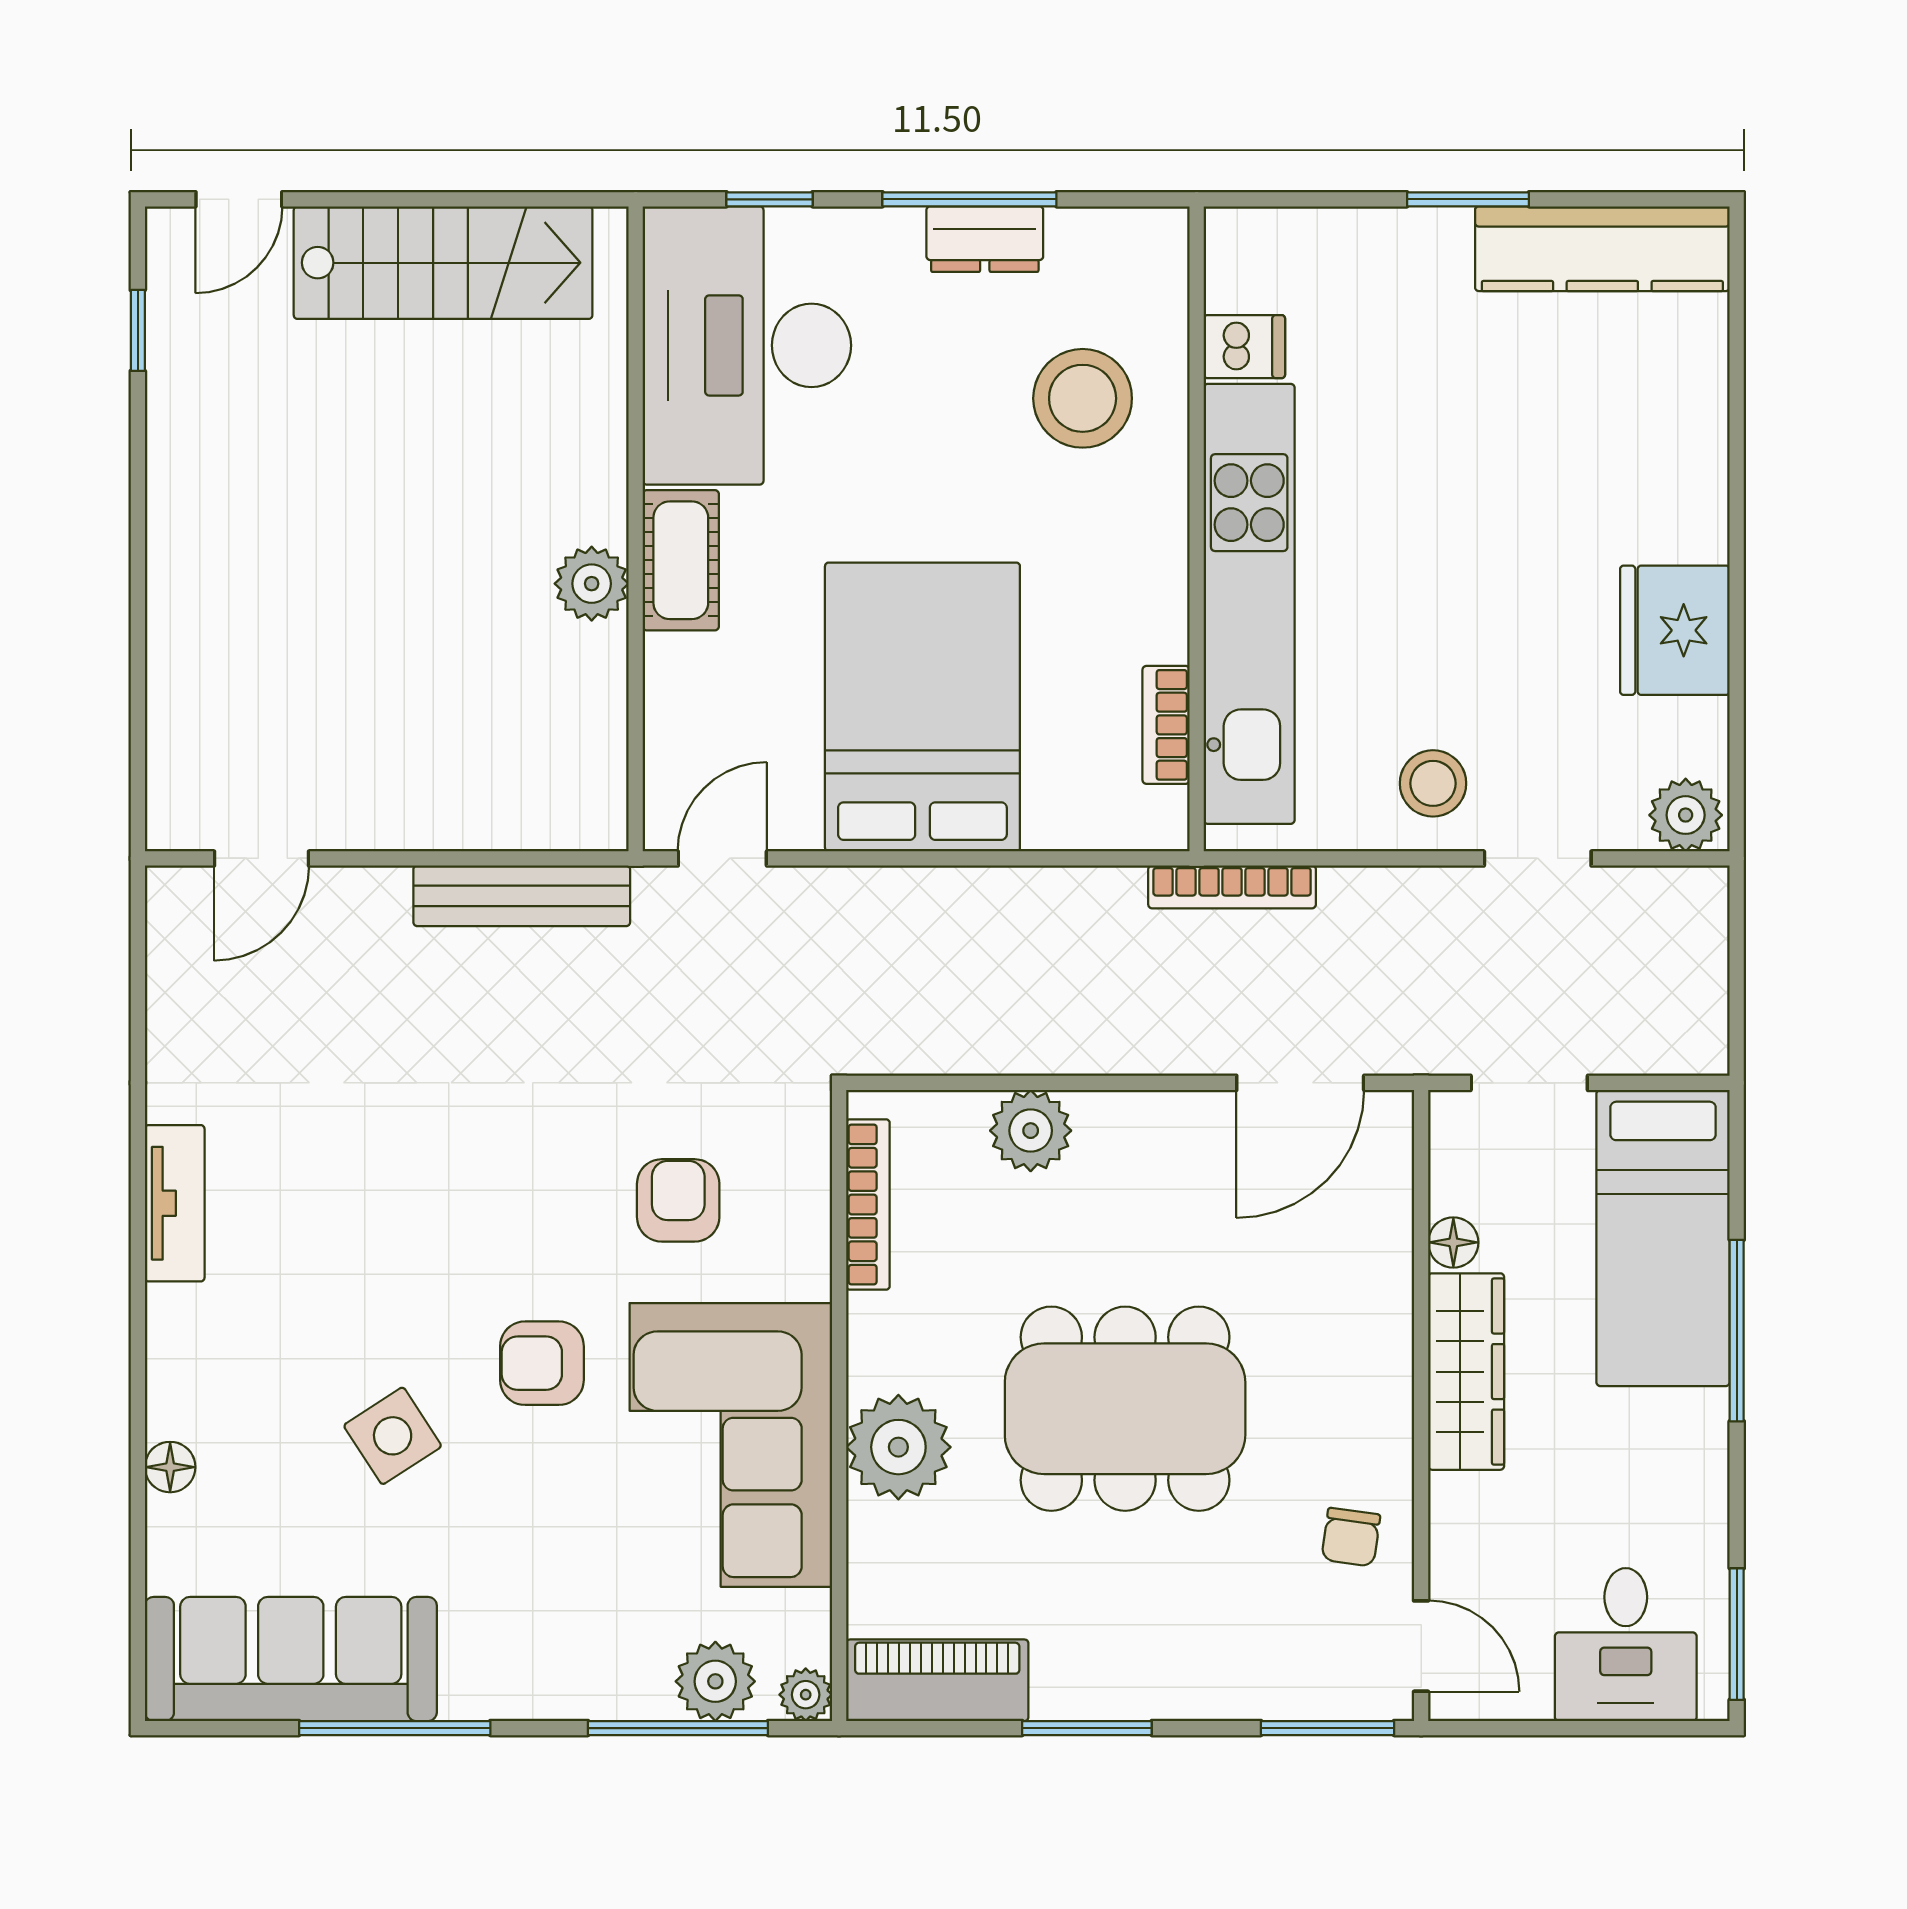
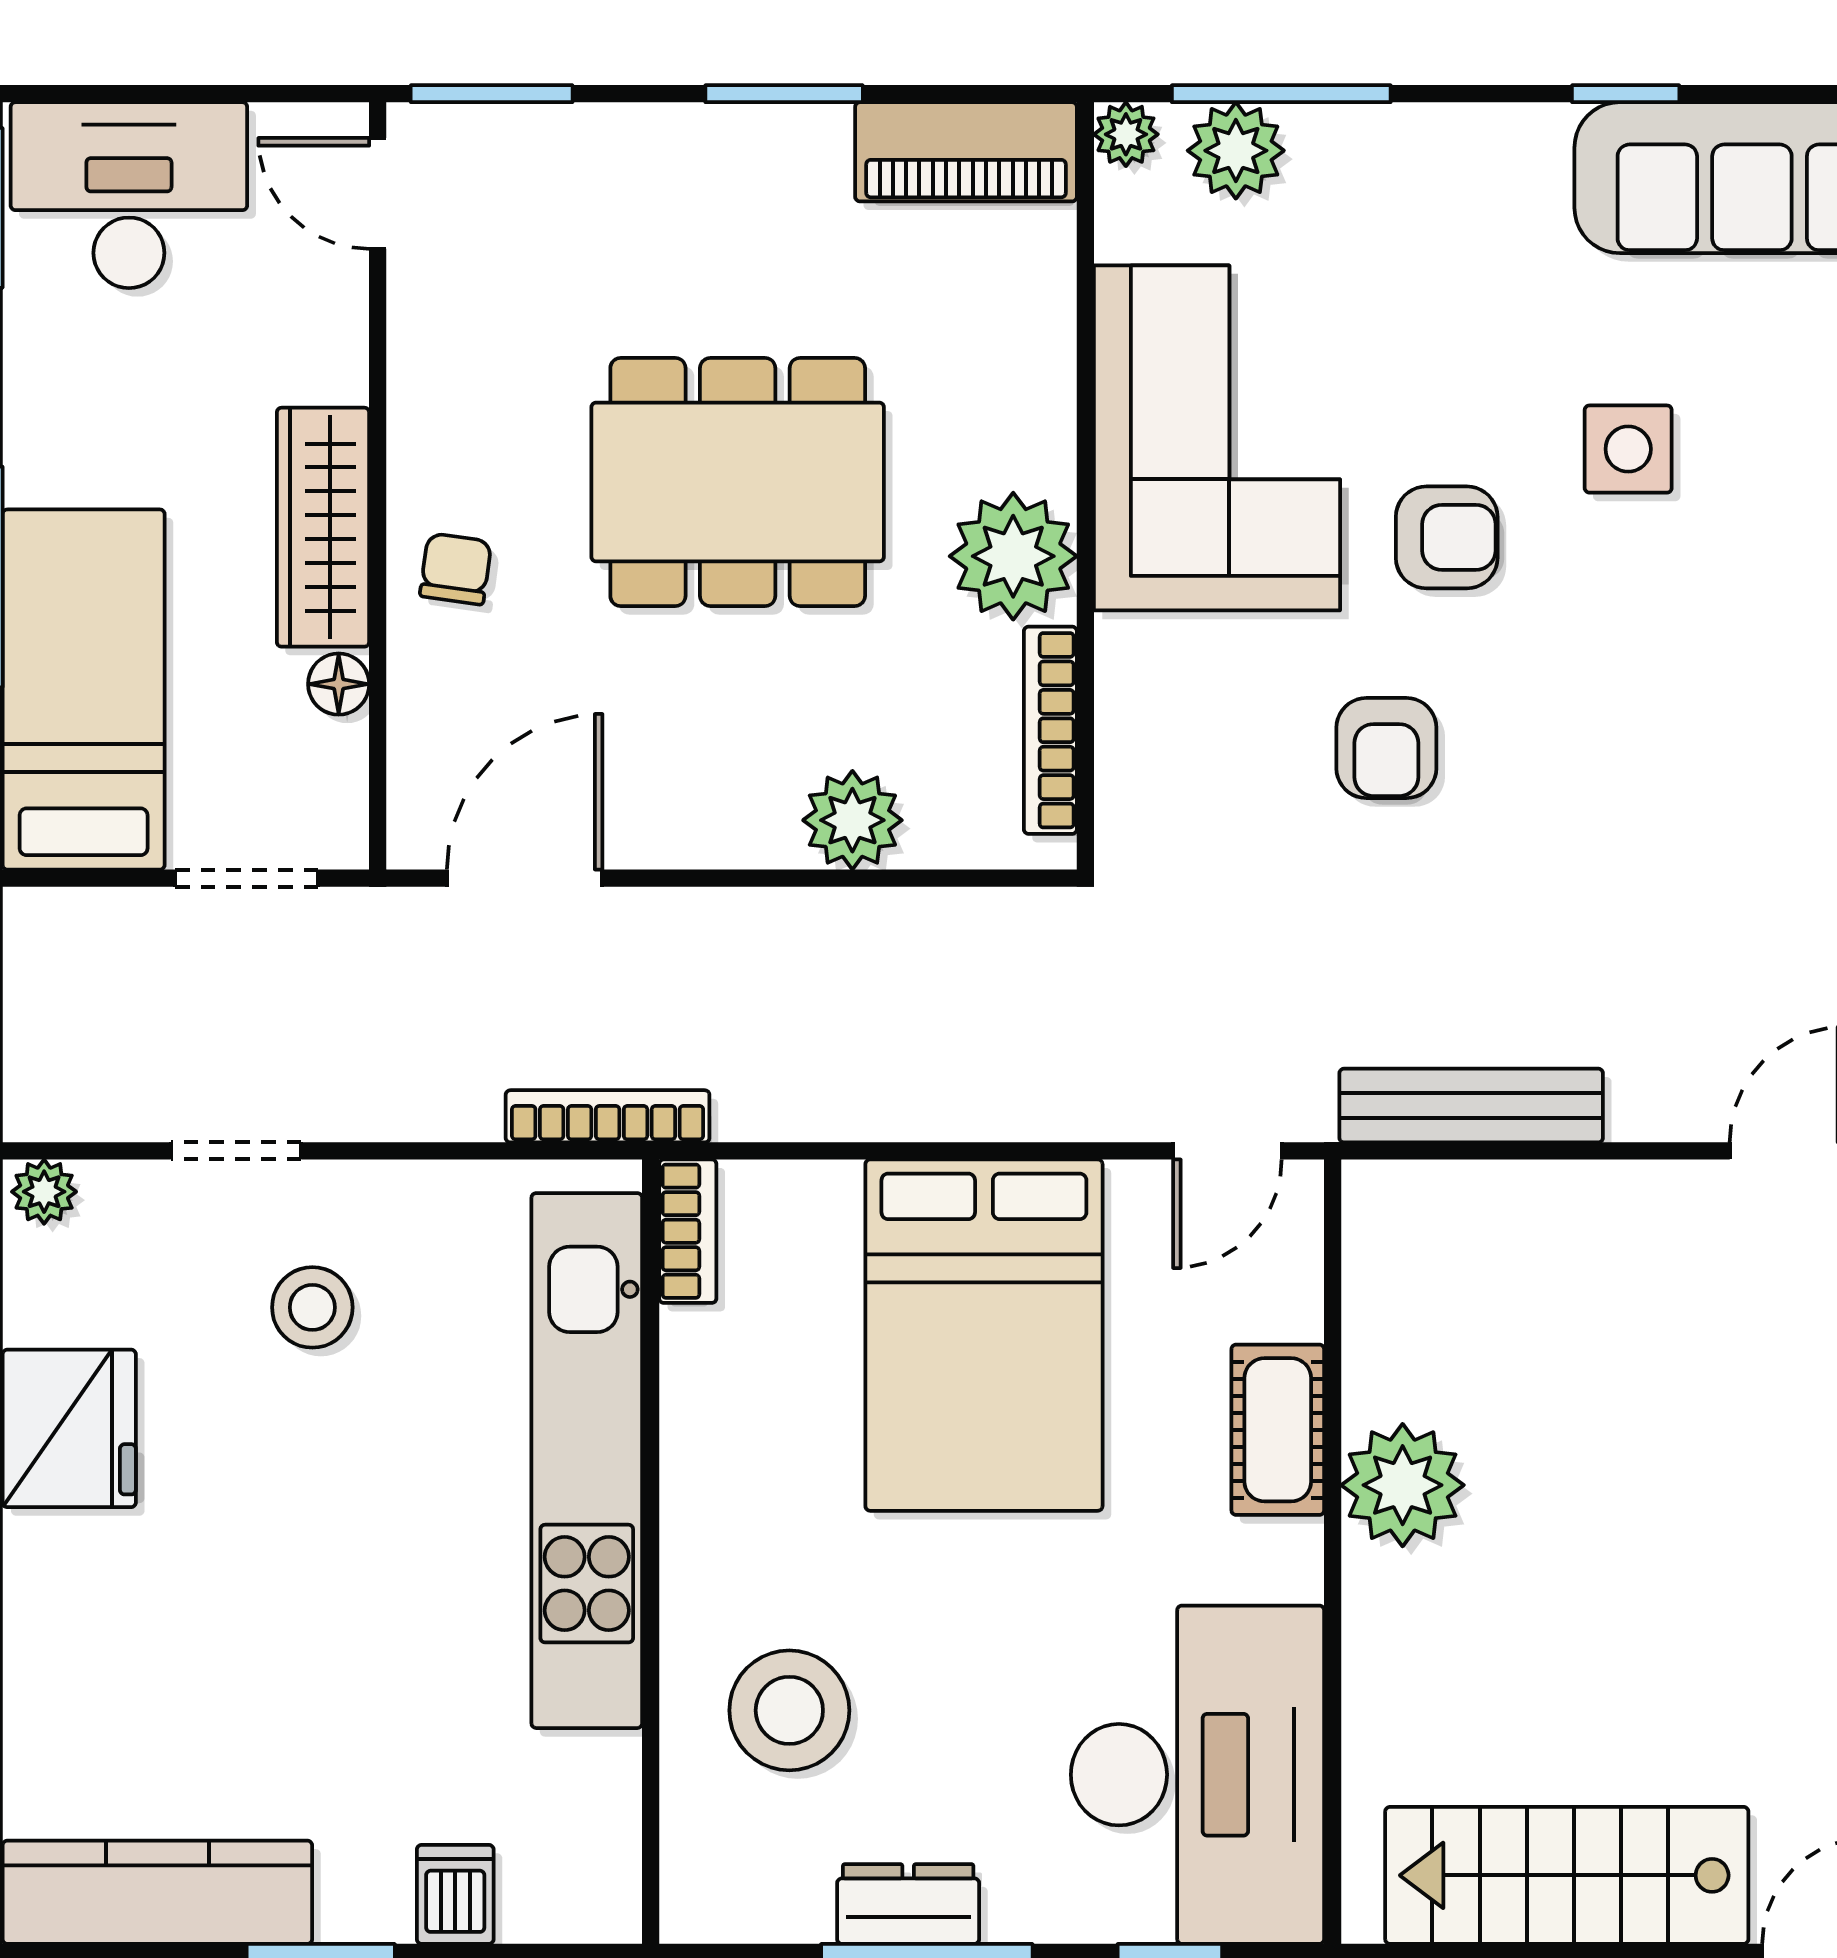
dishwasher: (1244, 347) -> (455, 1894), moved, turned 90
cot: (681, 560) -> (1278, 1430), moved
plant: (592, 584) -> (1403, 1485), width x1.36, depth x1.36
bookcase: (1166, 725) -> (688, 1231), moved
stool: (1433, 783) -> (312, 1307), moved
plant: (1686, 815) -> (44, 1192), width x0.73, depth x0.73
armchair: (678, 1200) -> (1386, 748), moved
side table: (393, 1436) -> (1628, 449), turned 33
plant: (898, 1447) -> (1013, 556), moved
chair: (1351, 1537) -> (456, 569), moved
desk: (1626, 1645) -> (129, 195), width x1.37
window: (395, 1728) -> (1626, 94), width x0.46

